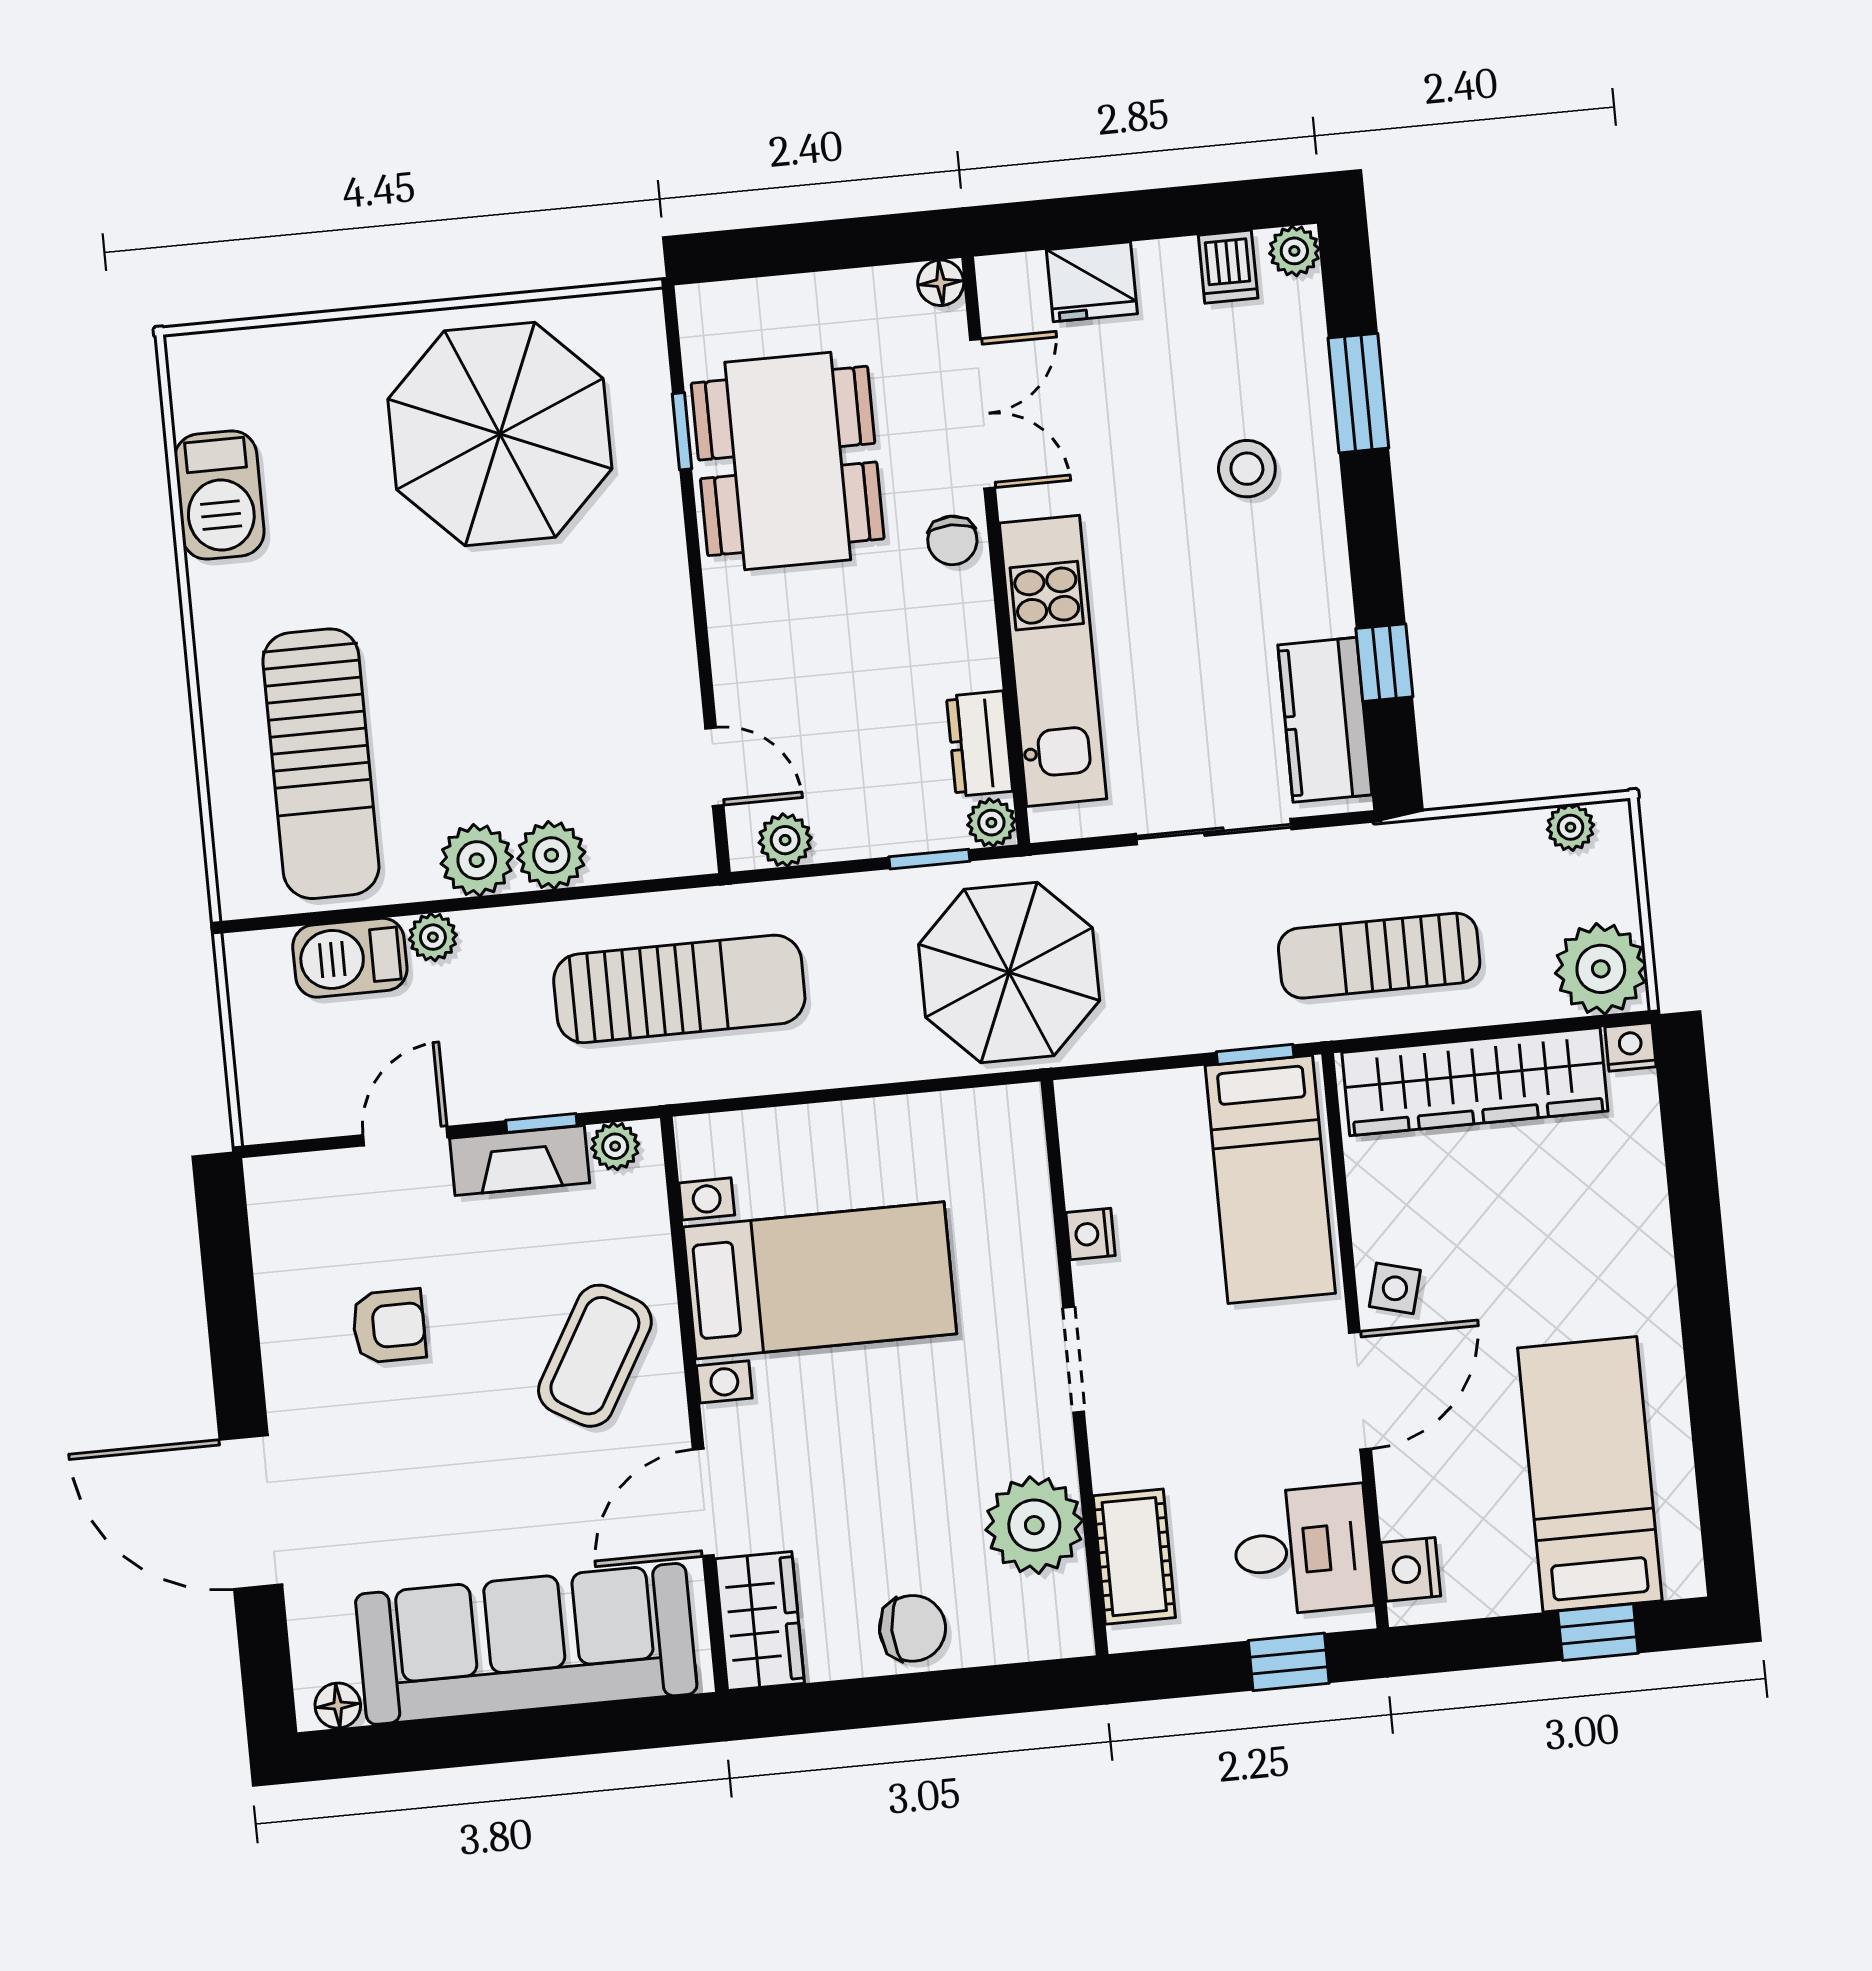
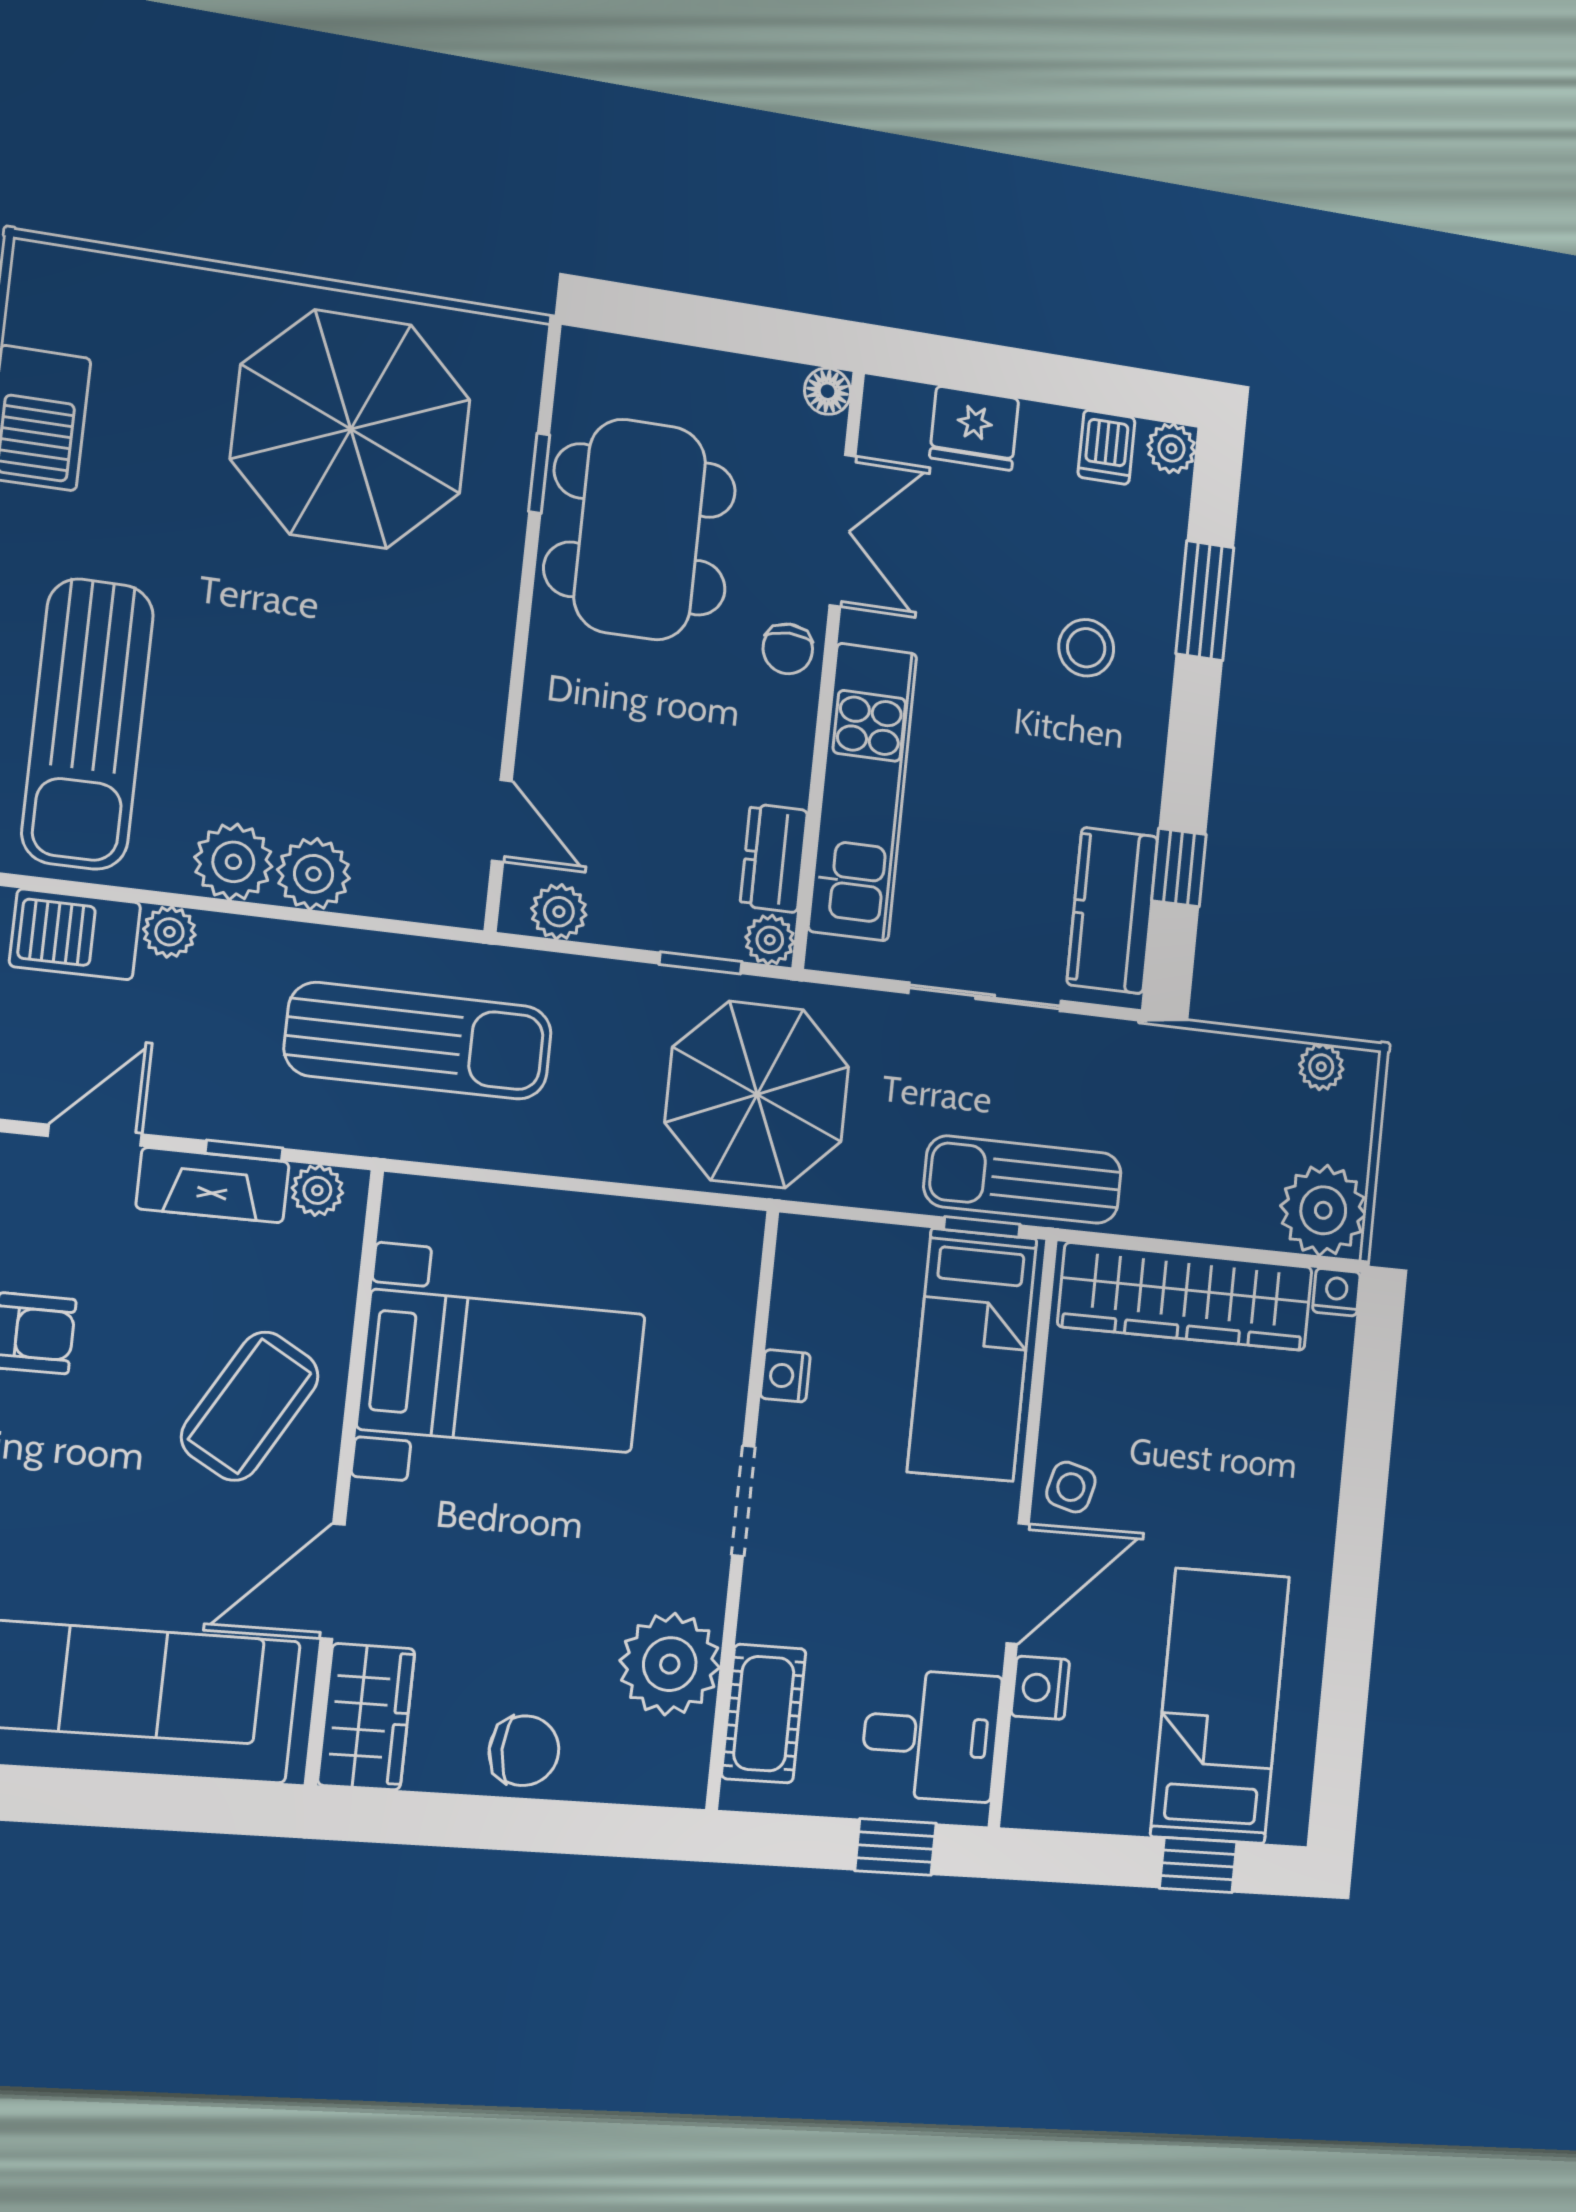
sun lounger: (1379, 956) -> (1023, 1180), moved
nightstand: (1411, 1569) -> (1040, 1688), moved

